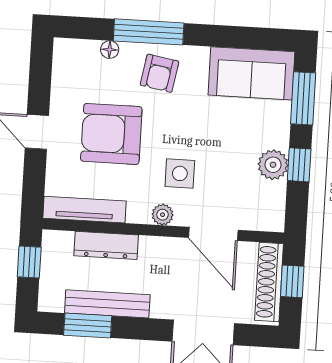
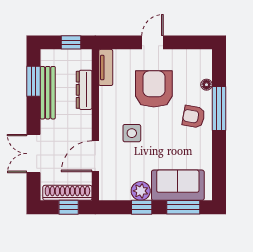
sofa: (252, 73) -> (178, 185), moved, turned 90
tv unit: (84, 210) -> (106, 67), width x0.71
plant: (163, 215) -> (105, 124), removed

